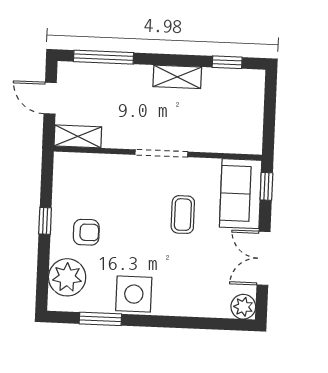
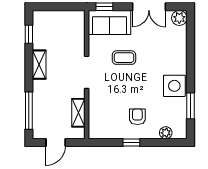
shelving: (78, 136) -> (78, 113), moved
plant: (67, 277) -> (166, 133), width x0.53, depth x0.53

